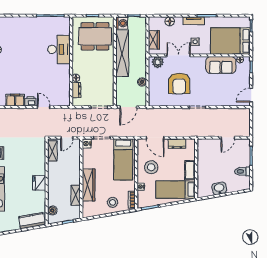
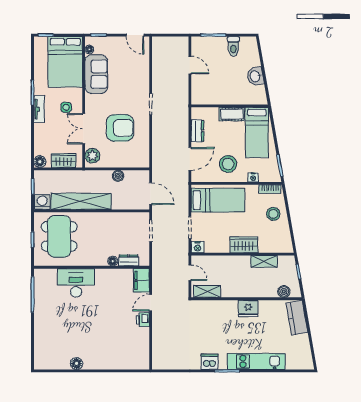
floor lamp: (170, 21) -> (40, 162), moved
filing cabinet: (15, 100) -> (141, 280), moved
wardrobe: (89, 185) -> (244, 245), width x0.67

